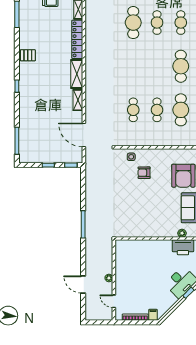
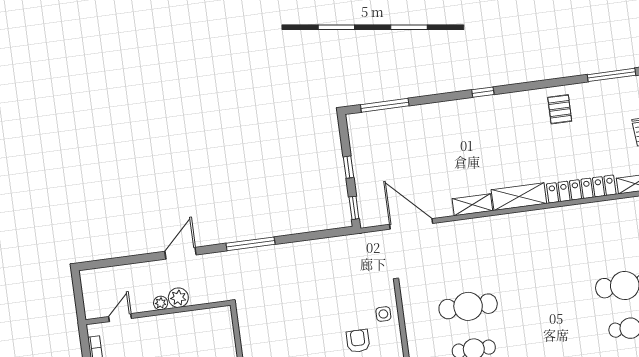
pallet: (28, 55) -> (560, 109), moved
cafe table: (133, 110) -> (468, 306), width x1.37, depth x1.35
door: (84, 135) -> (411, 224), hinge flipped
plant: (107, 268) -> (178, 298), added
door: (83, 284) -> (181, 253), moved

